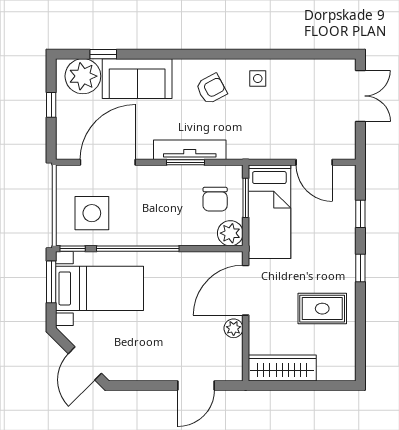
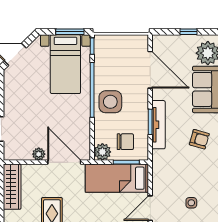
side table: (258, 79) -> (191, 203), moved
armchair: (211, 89) -> (199, 139), turned -46
chair: (215, 199) -> (125, 142), turned 180
side table: (92, 213) -> (110, 102), moved

